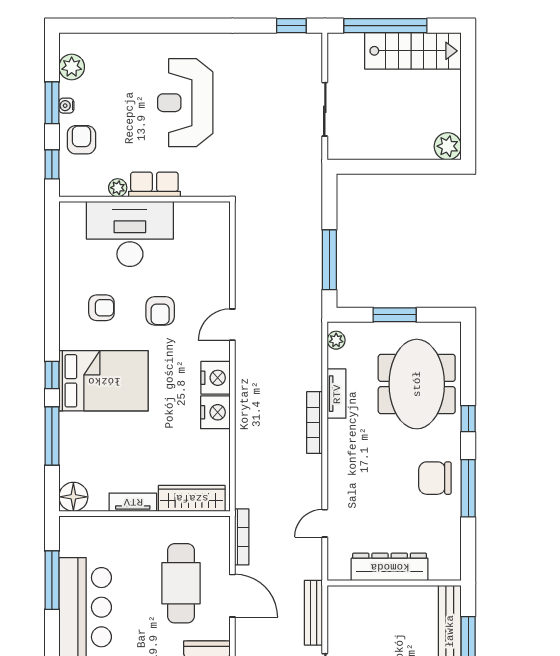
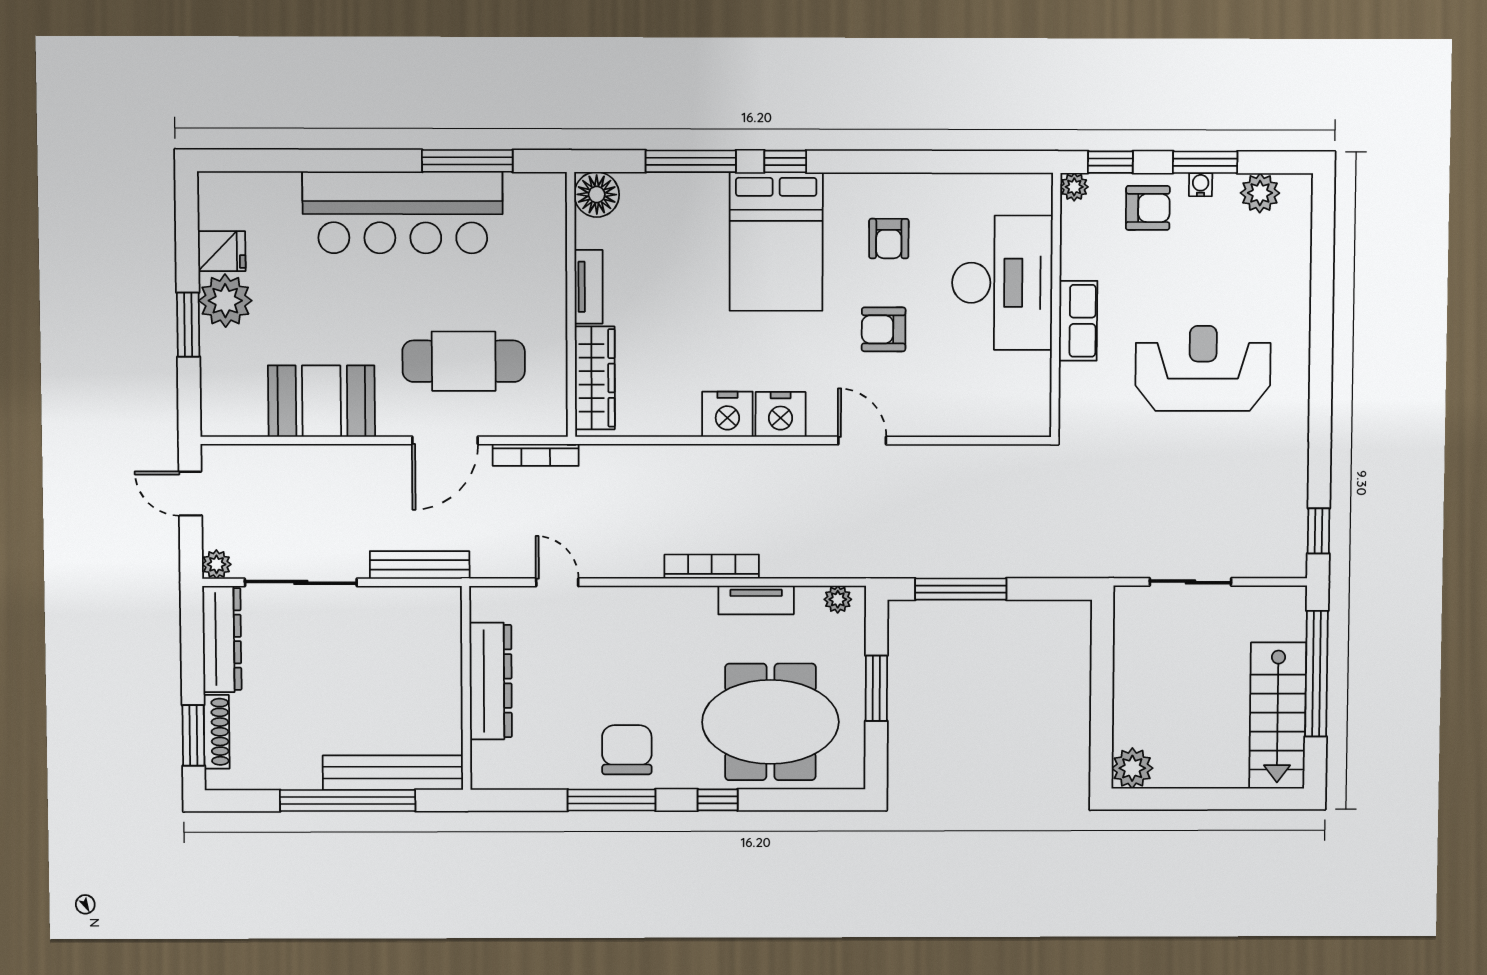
plant: (118, 188) -> (1074, 187), moved

